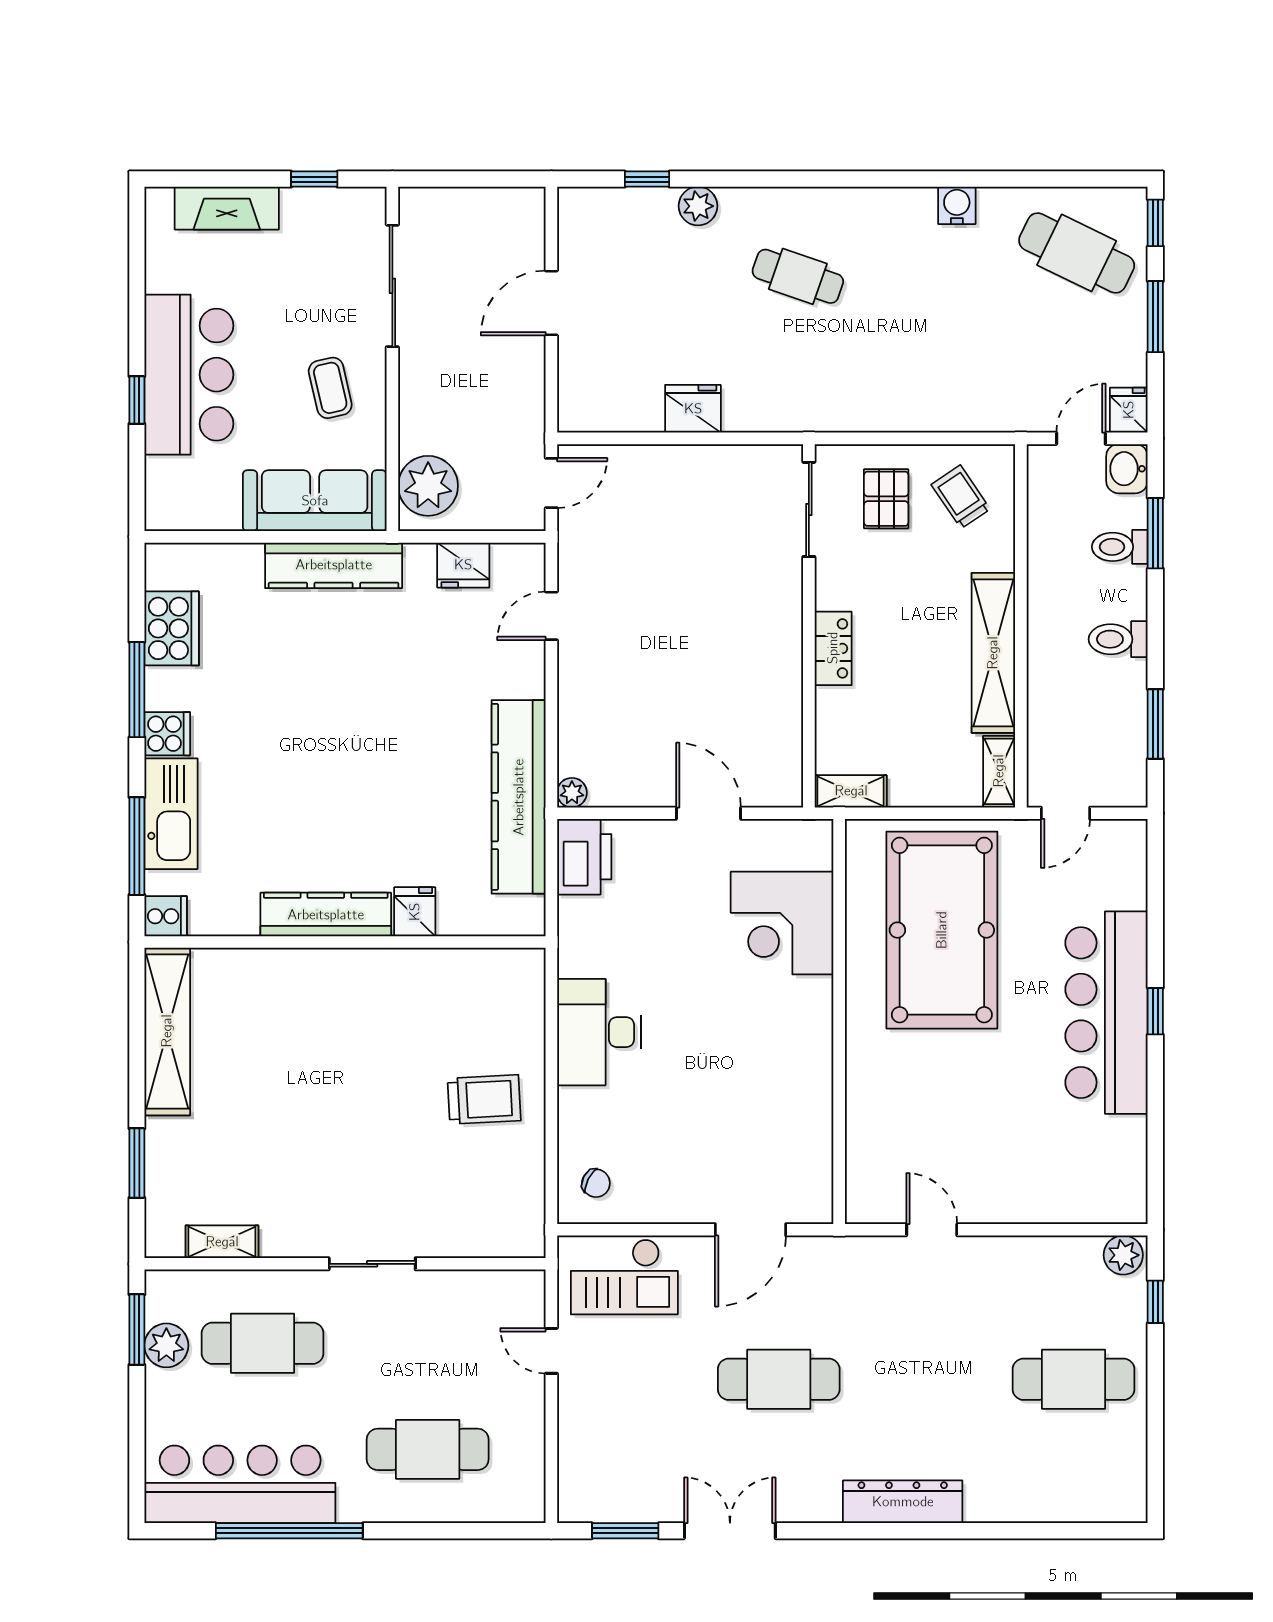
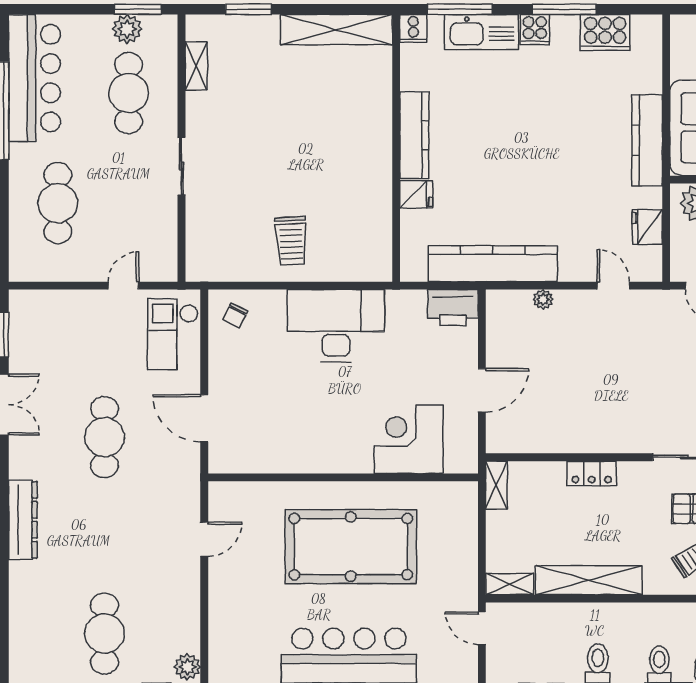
plant: (572, 793) -> (543, 299), moved
pool table: (942, 930) -> (351, 547), moved
desk: (599, 1032) -> (336, 326), width x1.36, depth x1.30

